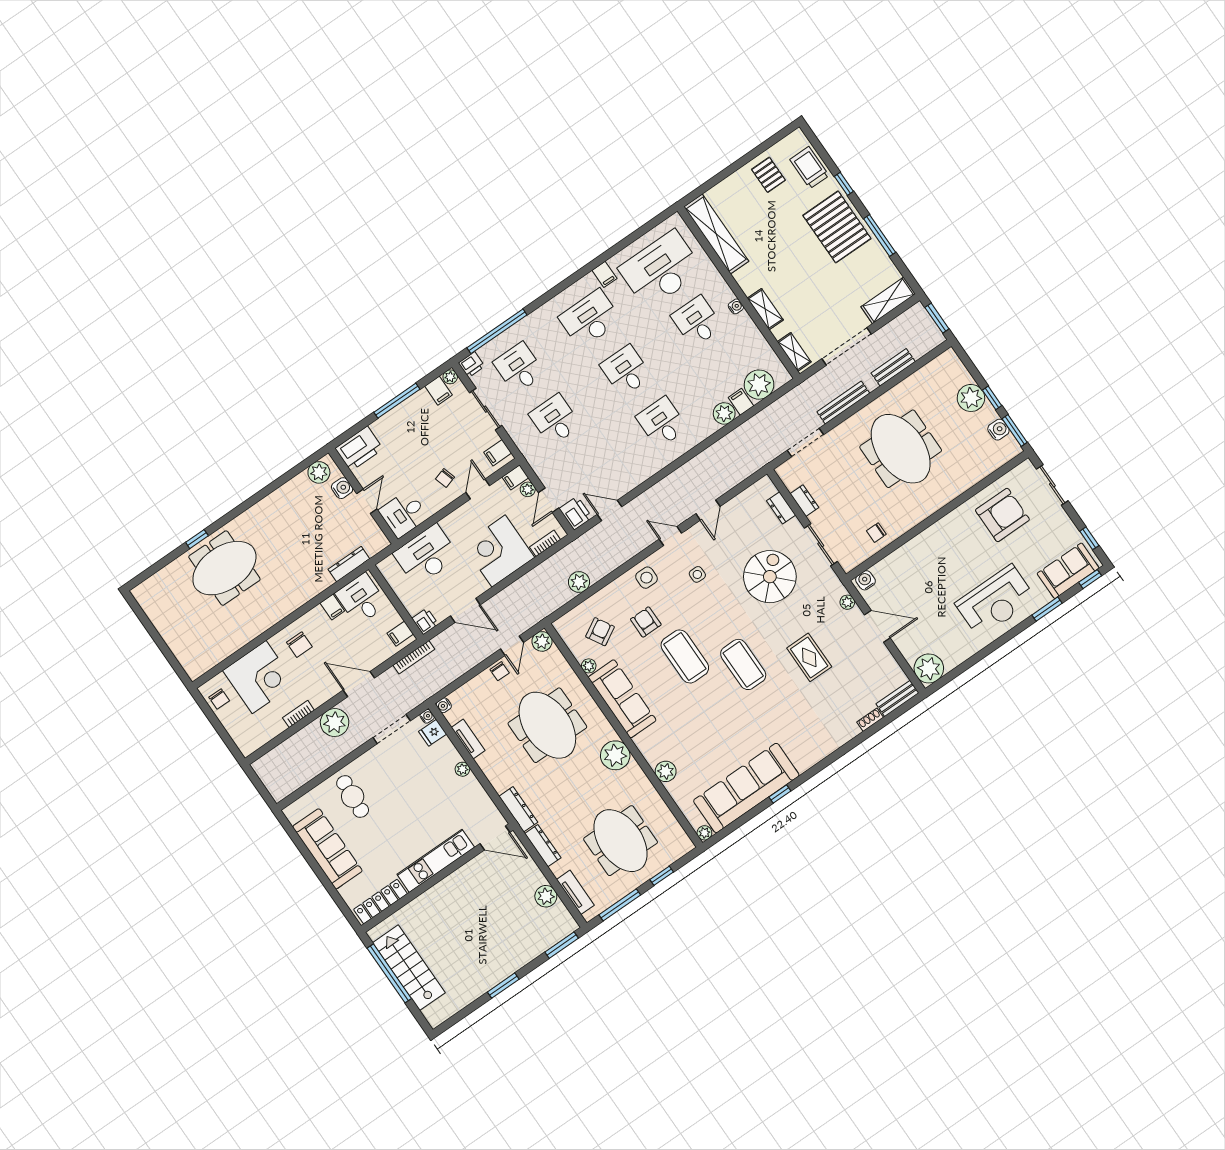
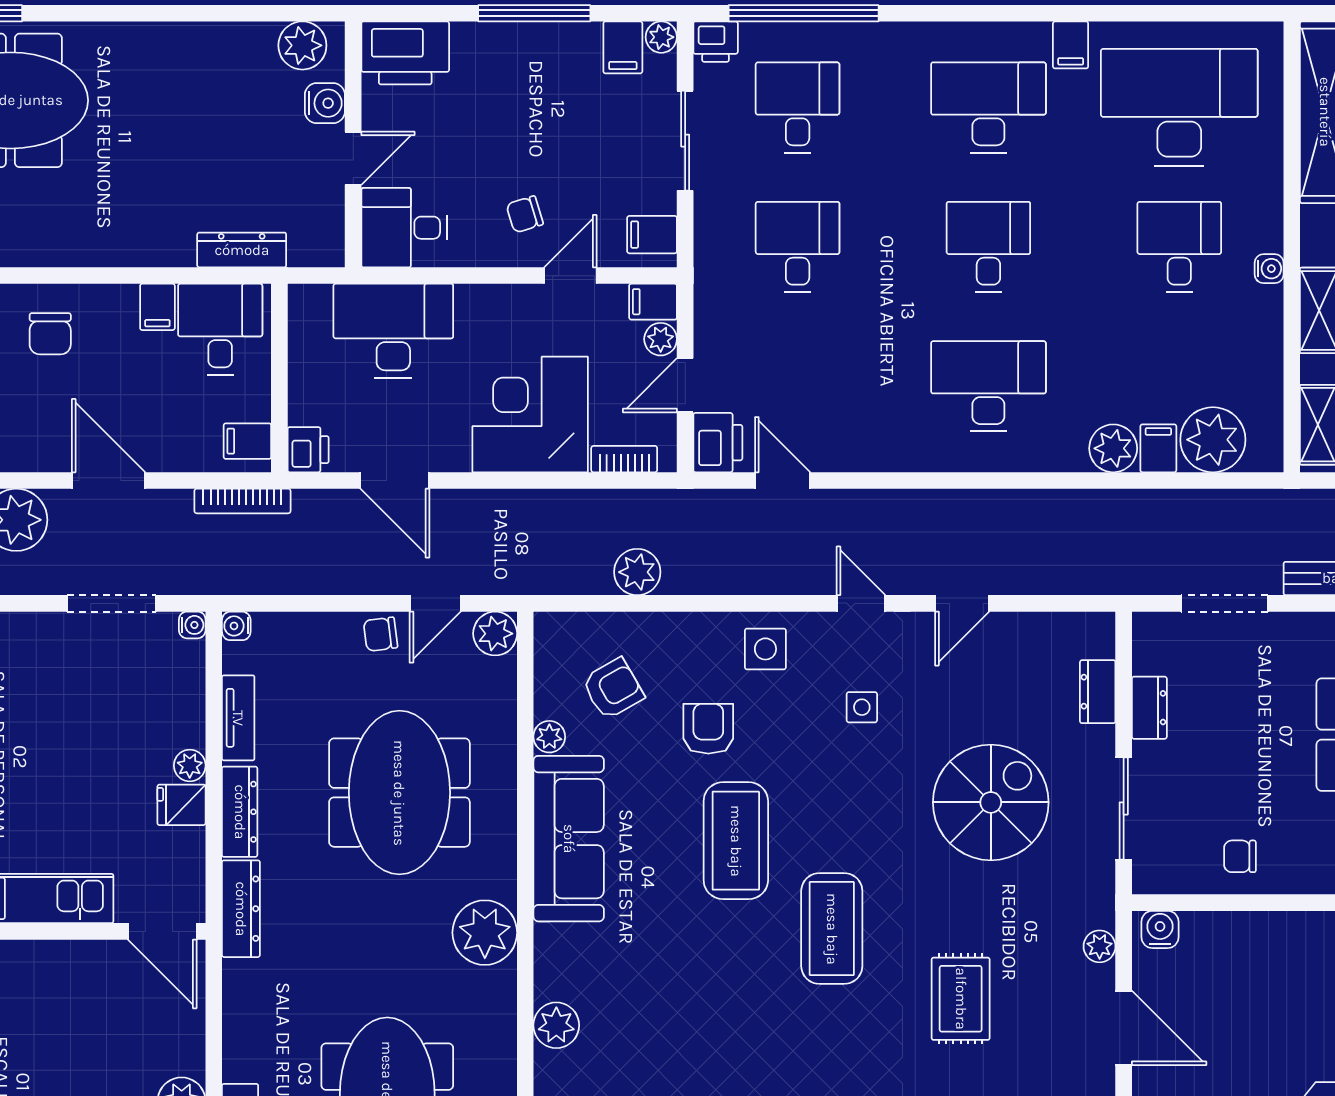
desk: (662, 422) -> (988, 386), width x1.37
chair: (500, 671) -> (380, 634), turned 83
fridge: (433, 733) -> (181, 805), moved
dresser: (543, 846) -> (240, 812), moved

